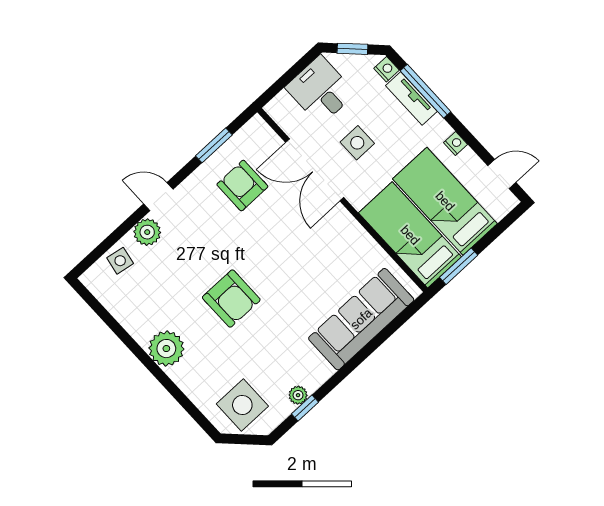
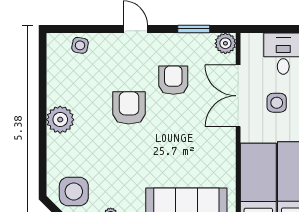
armchair: (242, 186) -> (173, 80), moved
plant: (147, 232) -> (225, 43), moved
armchair: (231, 299) -> (129, 108), moved, turned 180

